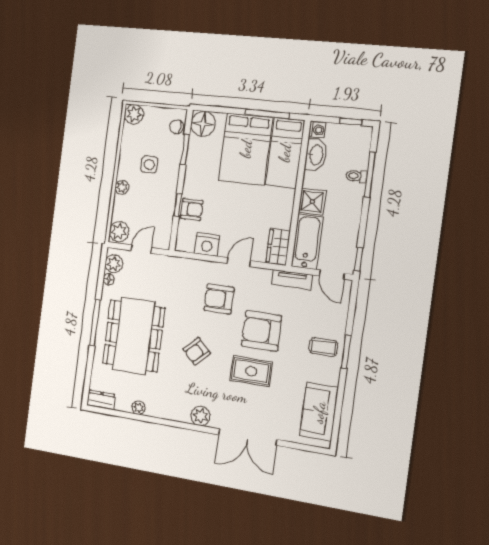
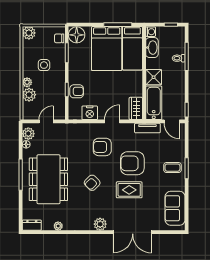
plant: (119, 232) -> (29, 95), moved

